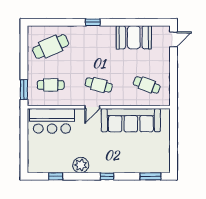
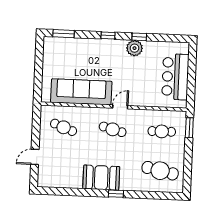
booth: (134, 37) -> (101, 178), moved
door: (173, 39) -> (35, 157), moved
cafe table: (51, 47) -> (160, 171), turned 36
bar counter: (52, 121) -> (175, 77), moved, turned -90
window: (56, 176) -> (139, 37), moved

